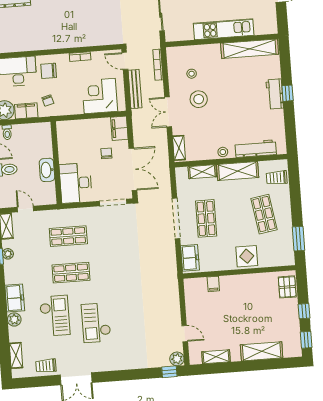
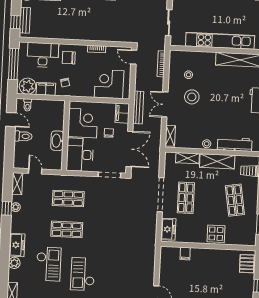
kitchen unit: (224, 29) -> (220, 41), width x1.36
bench: (135, 89) -> (138, 108), moved
corner desk: (74, 146) -> (83, 123), added

